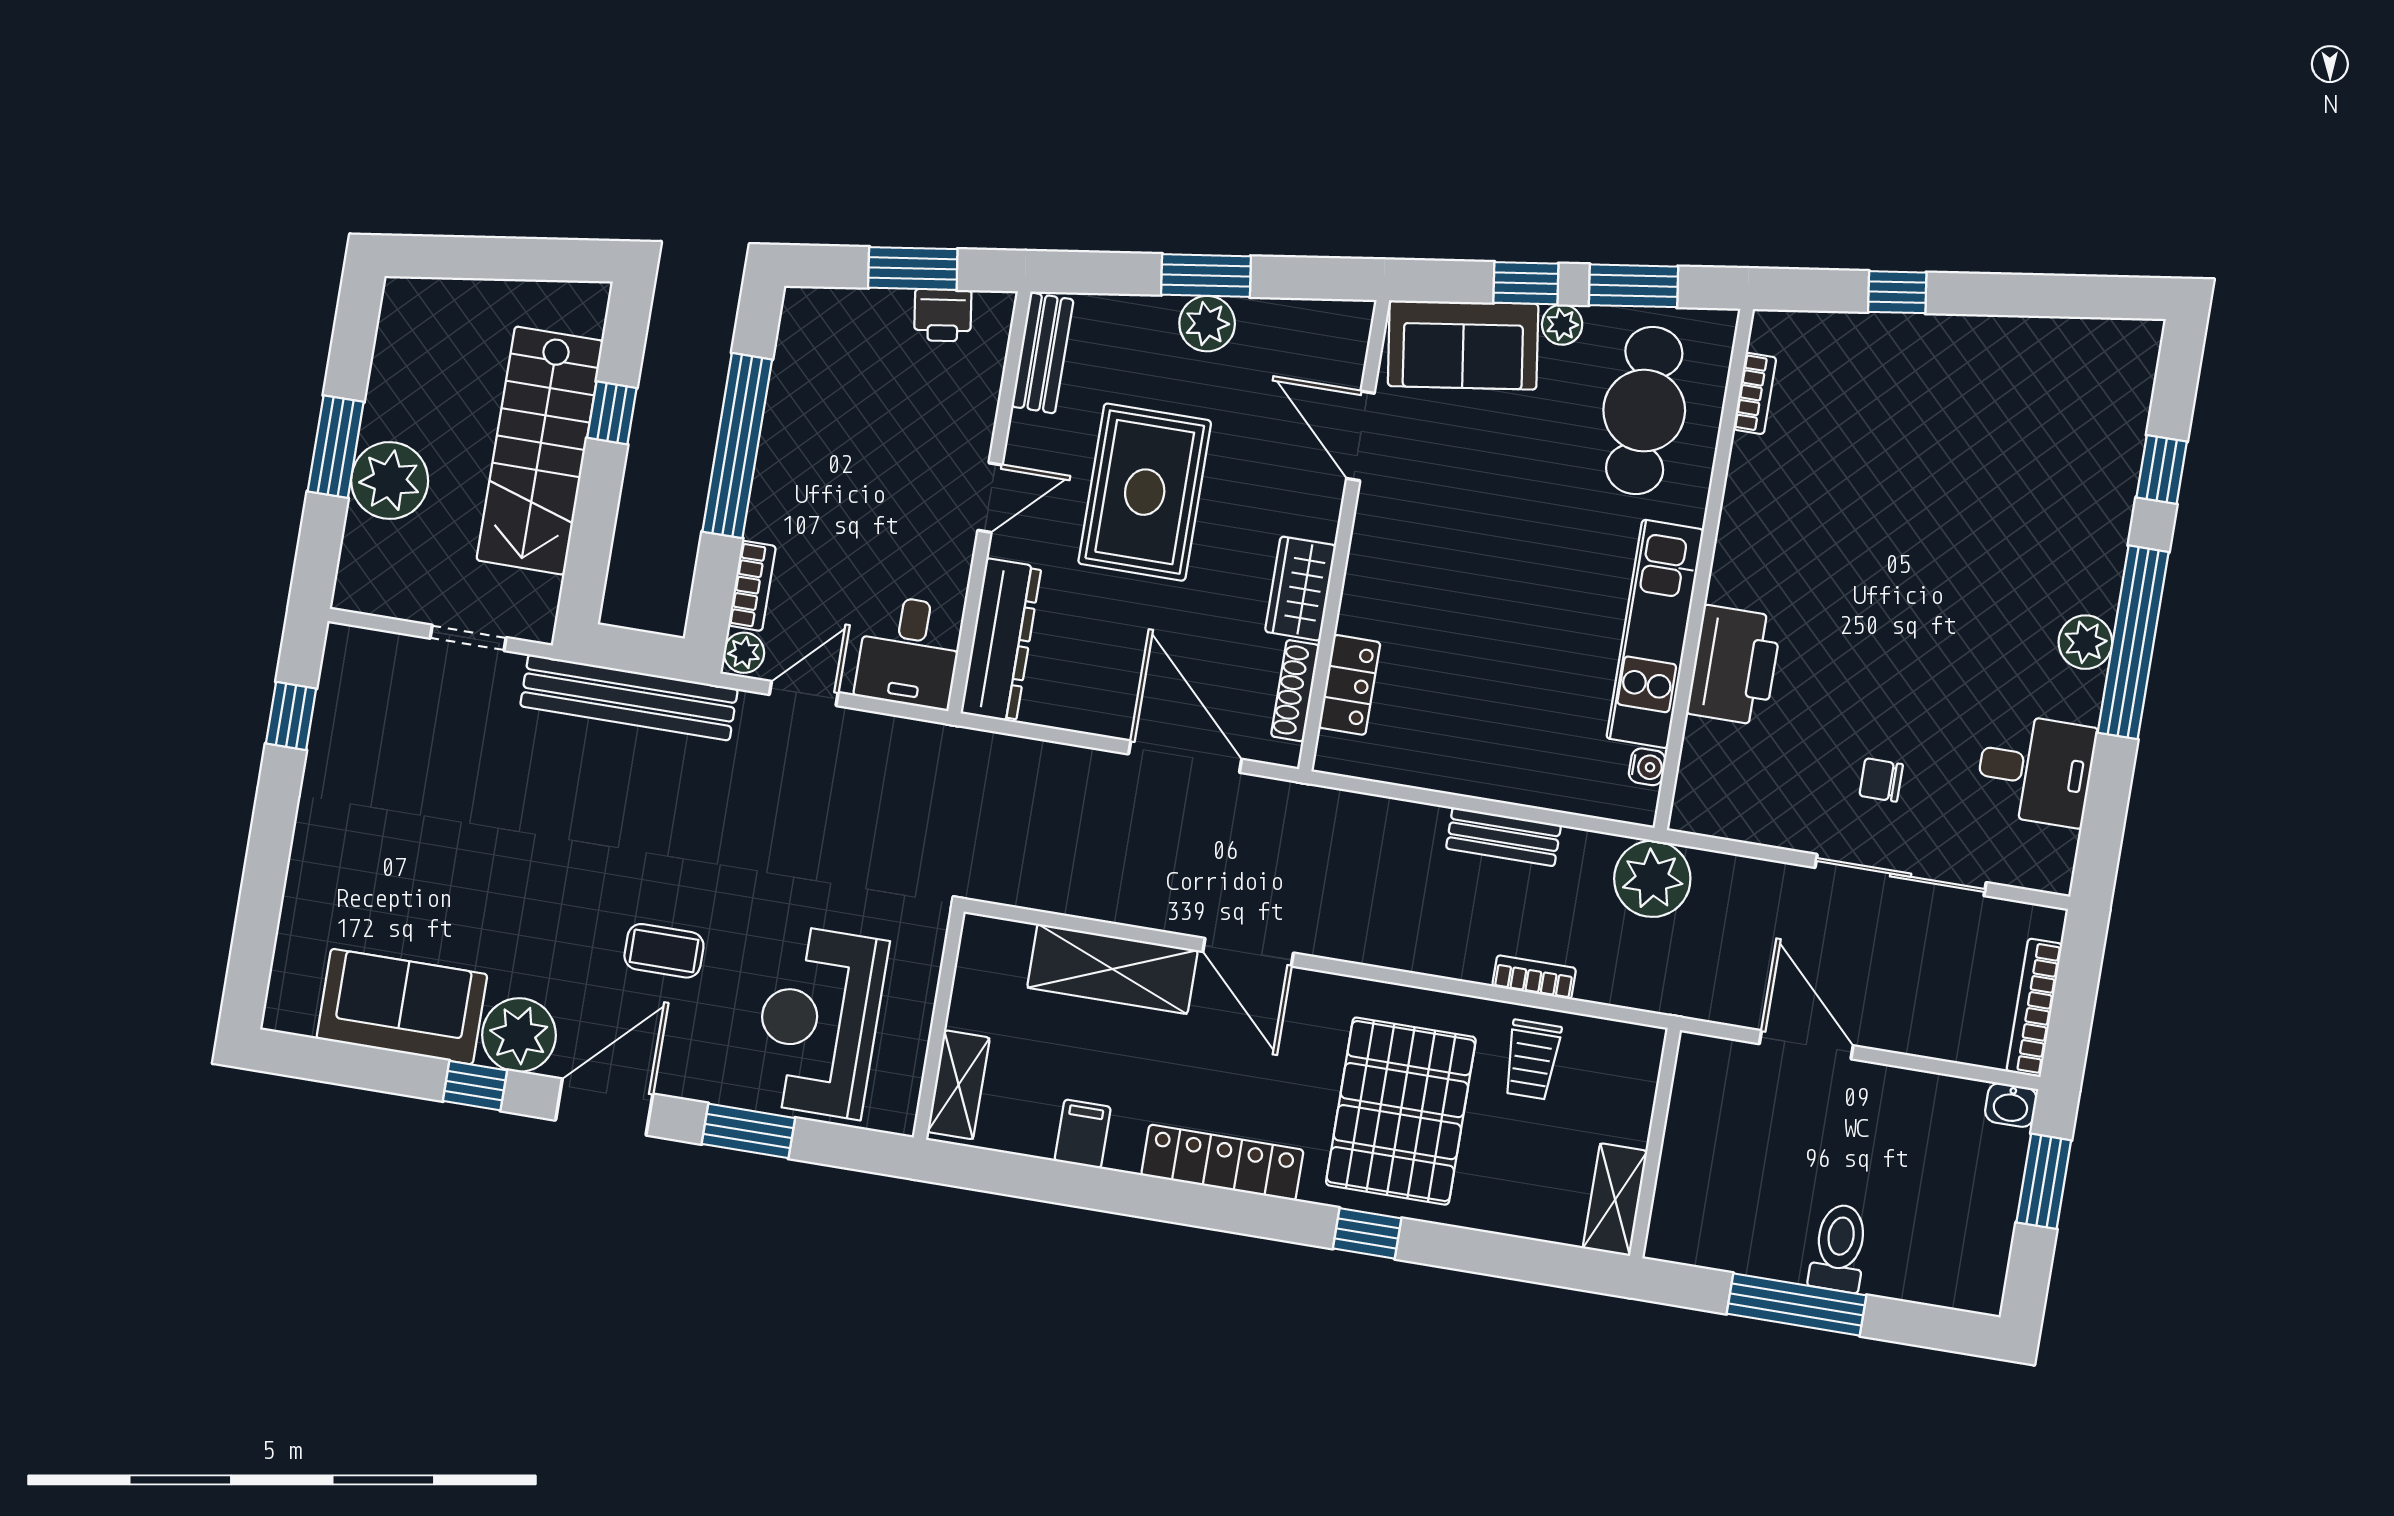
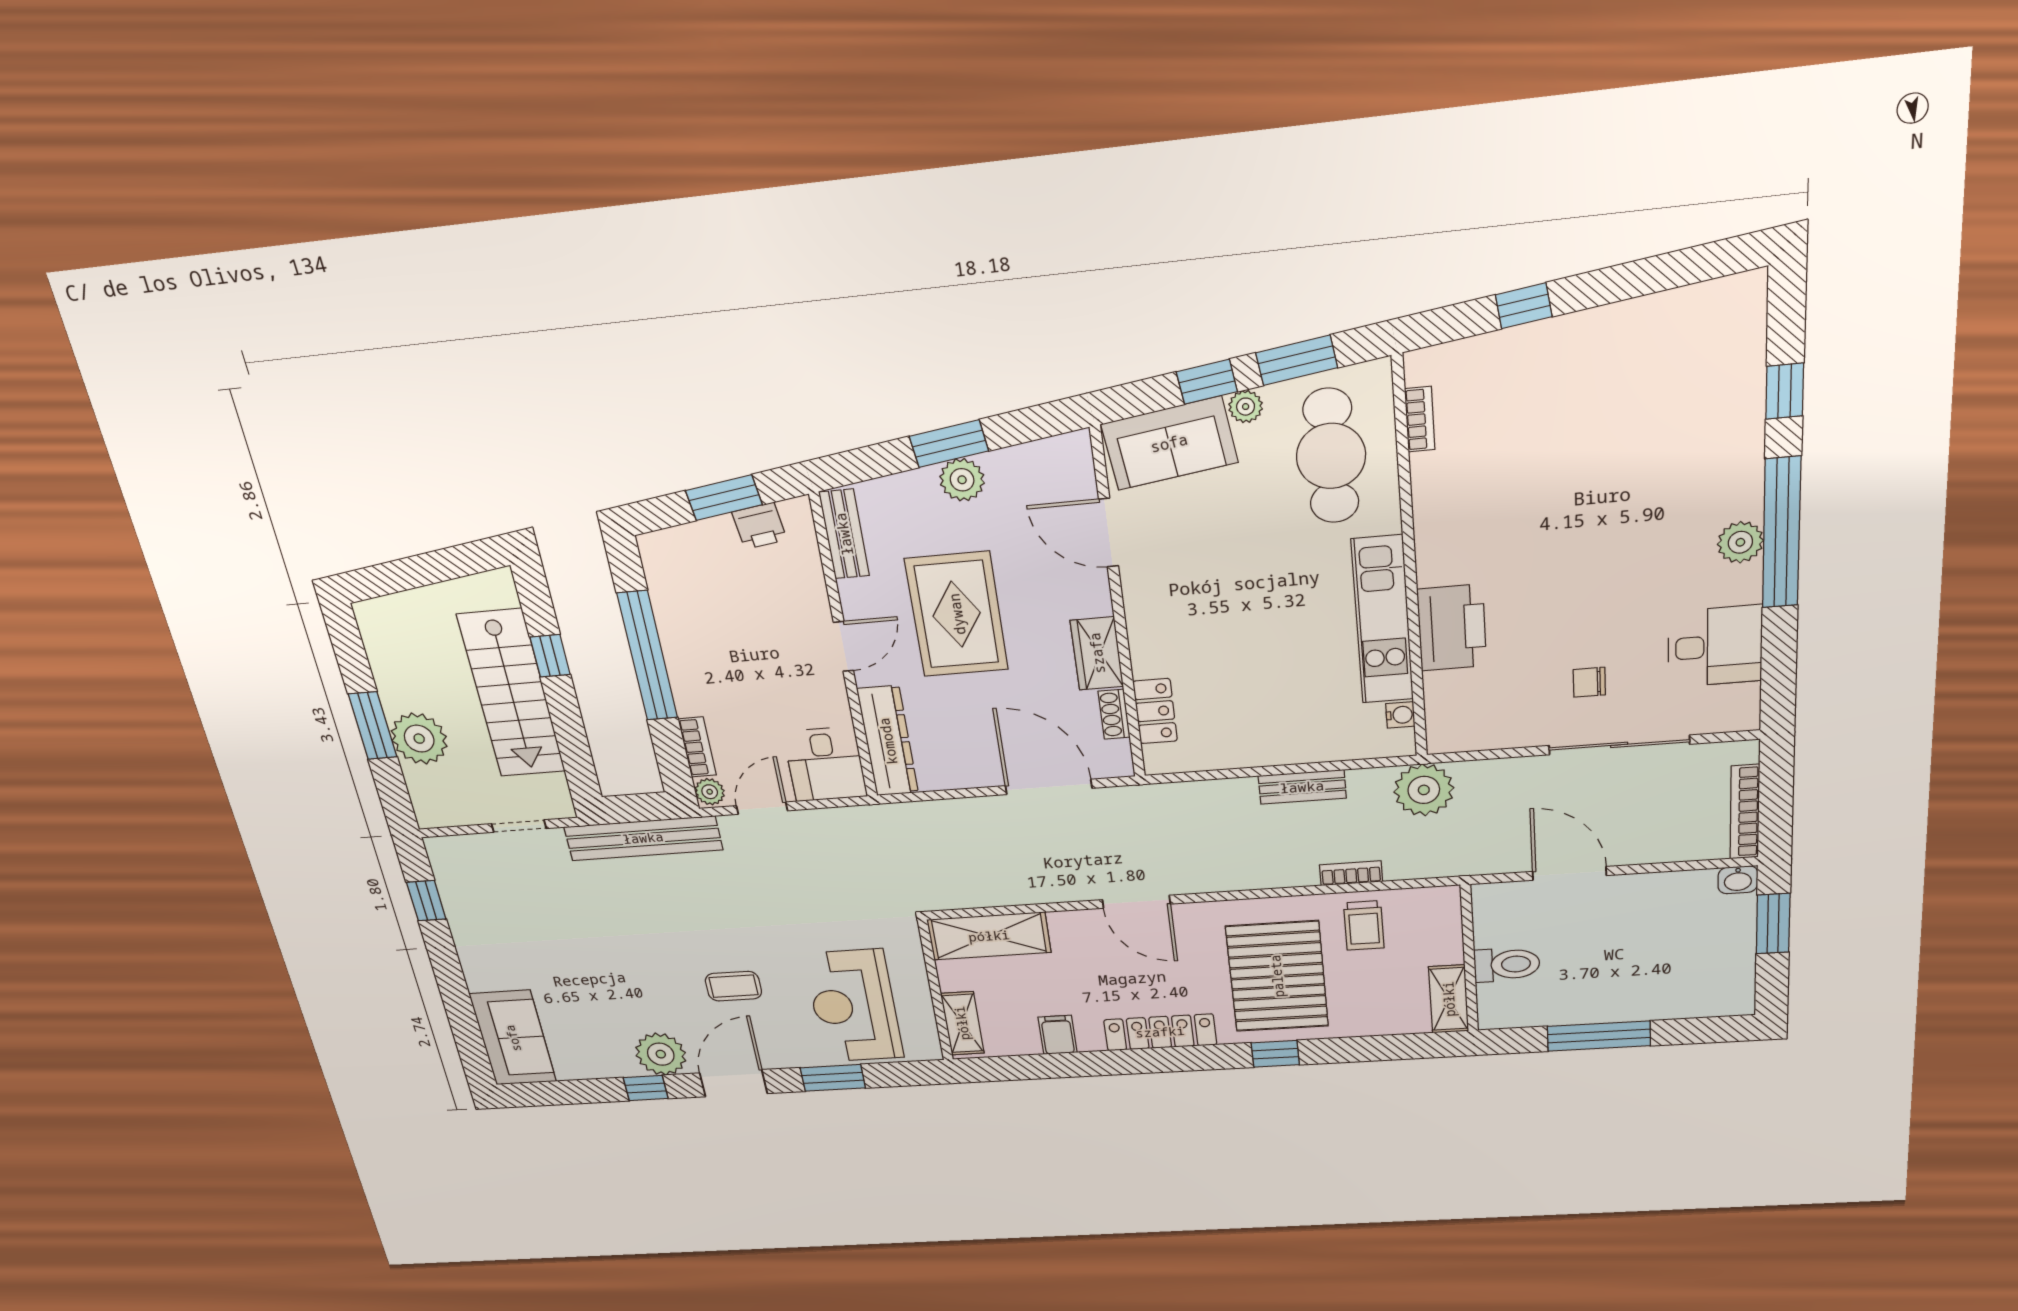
shoe rack: (1295, 691) -> (1114, 714), width x0.70
shelving: (1112, 969) -> (989, 936), moved
sofa: (402, 1007) -> (513, 1038), moved, turned 90
toilet: (1839, 1248) -> (1507, 965), moved, turned 90

